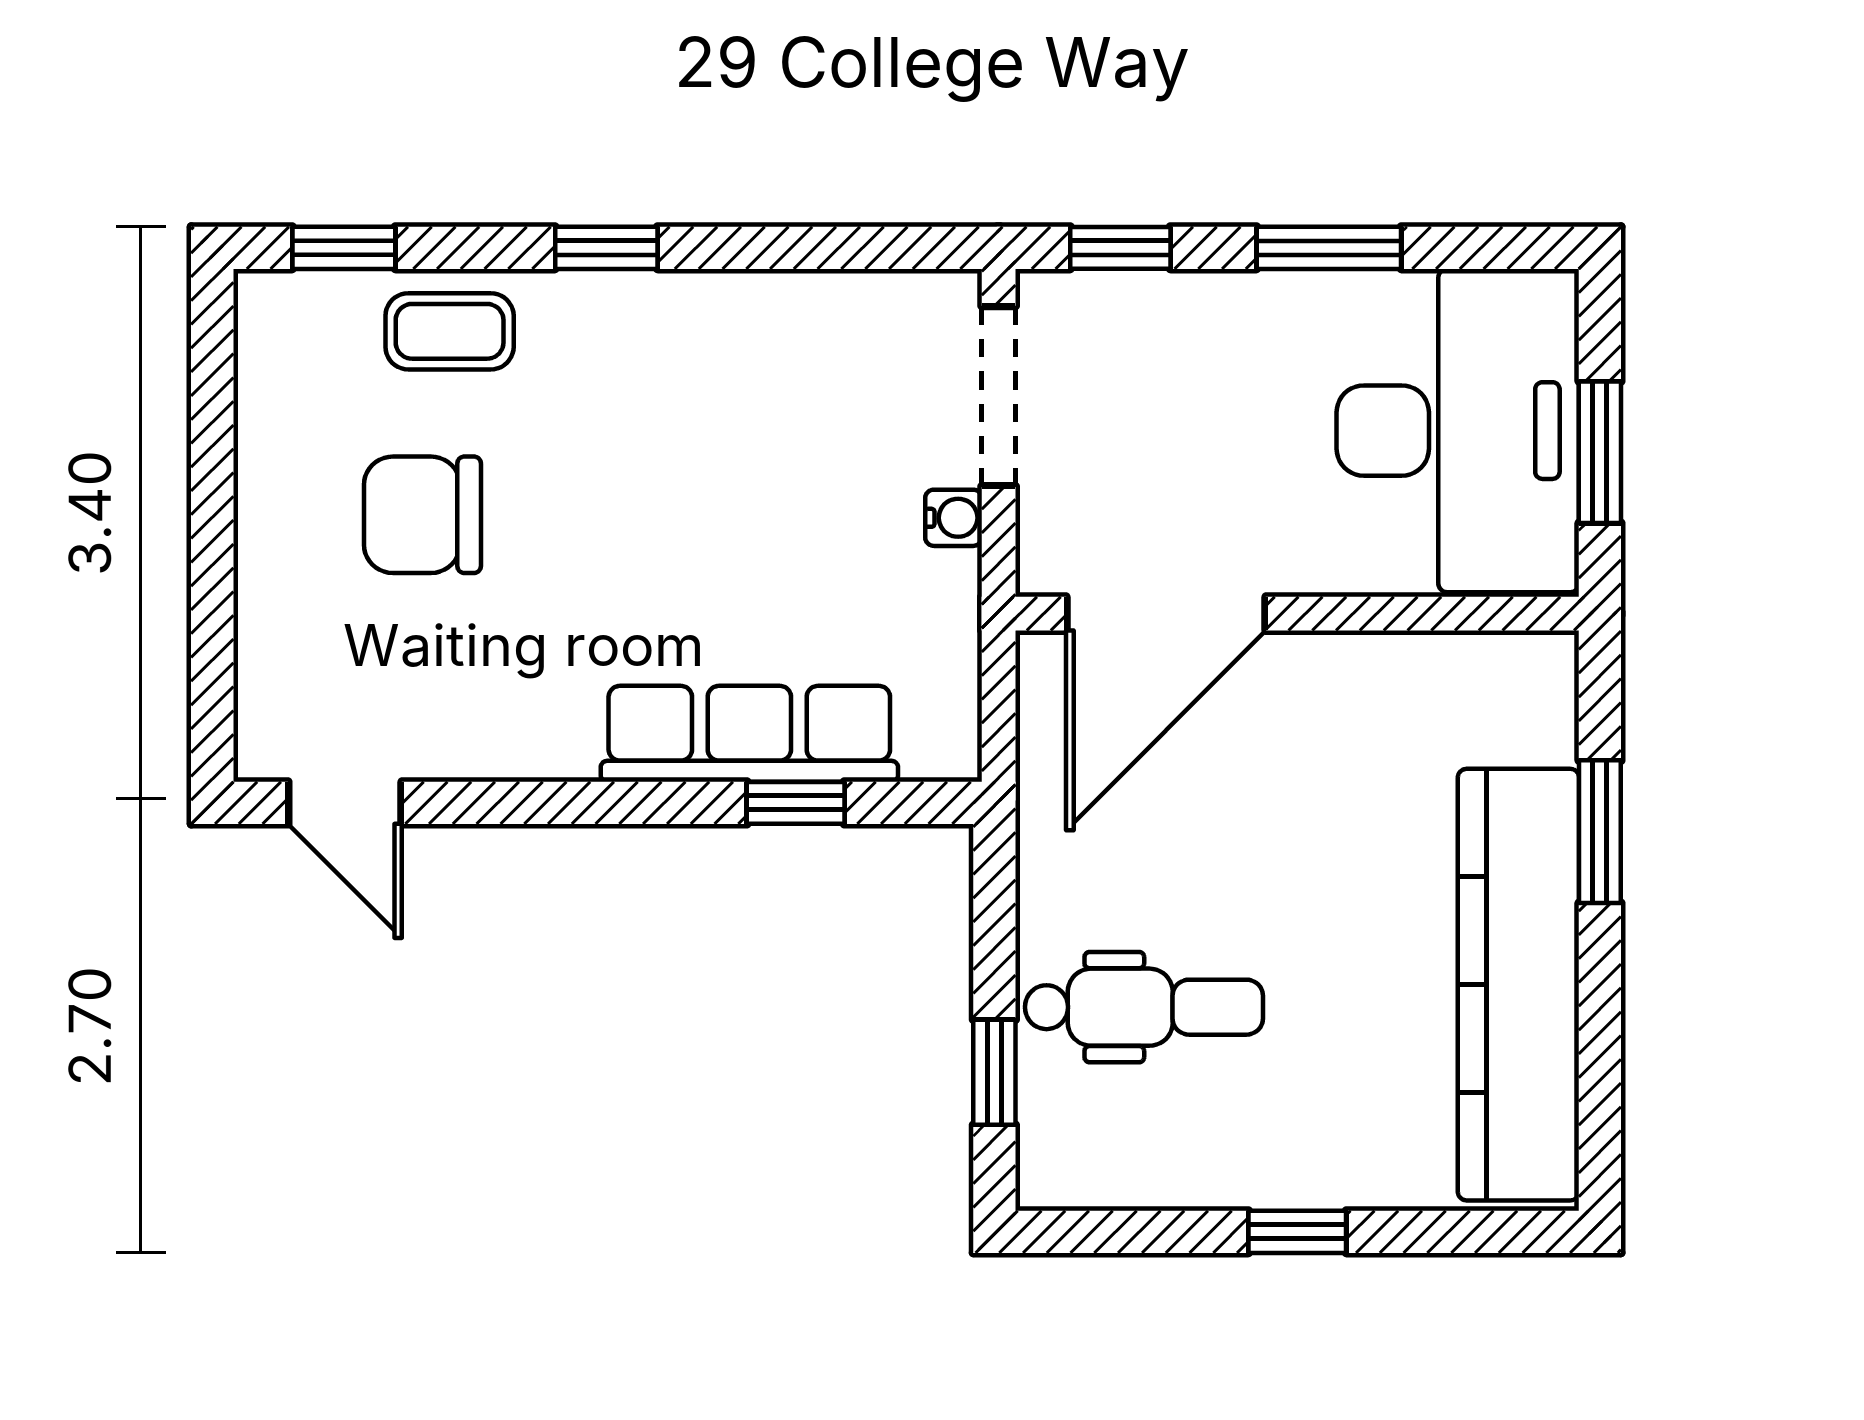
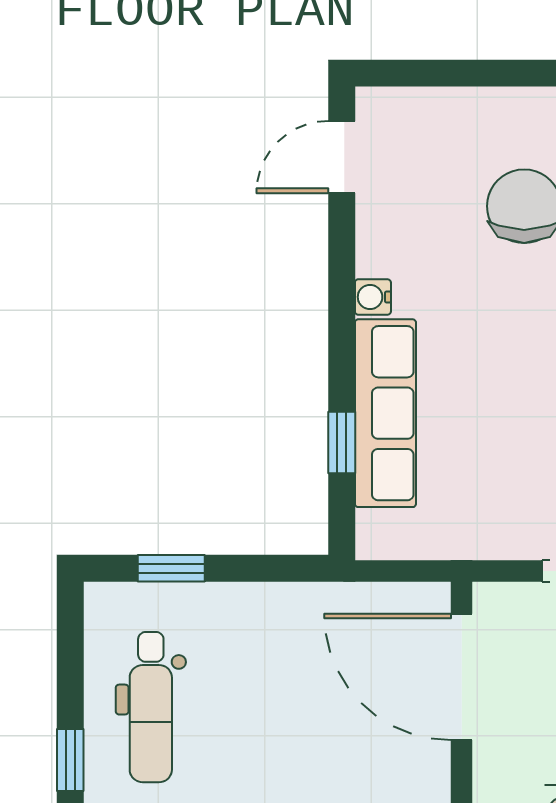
water cooler: (954, 518) -> (373, 297), moved, turned 90
dental chair: (1144, 1007) -> (151, 707), moved

